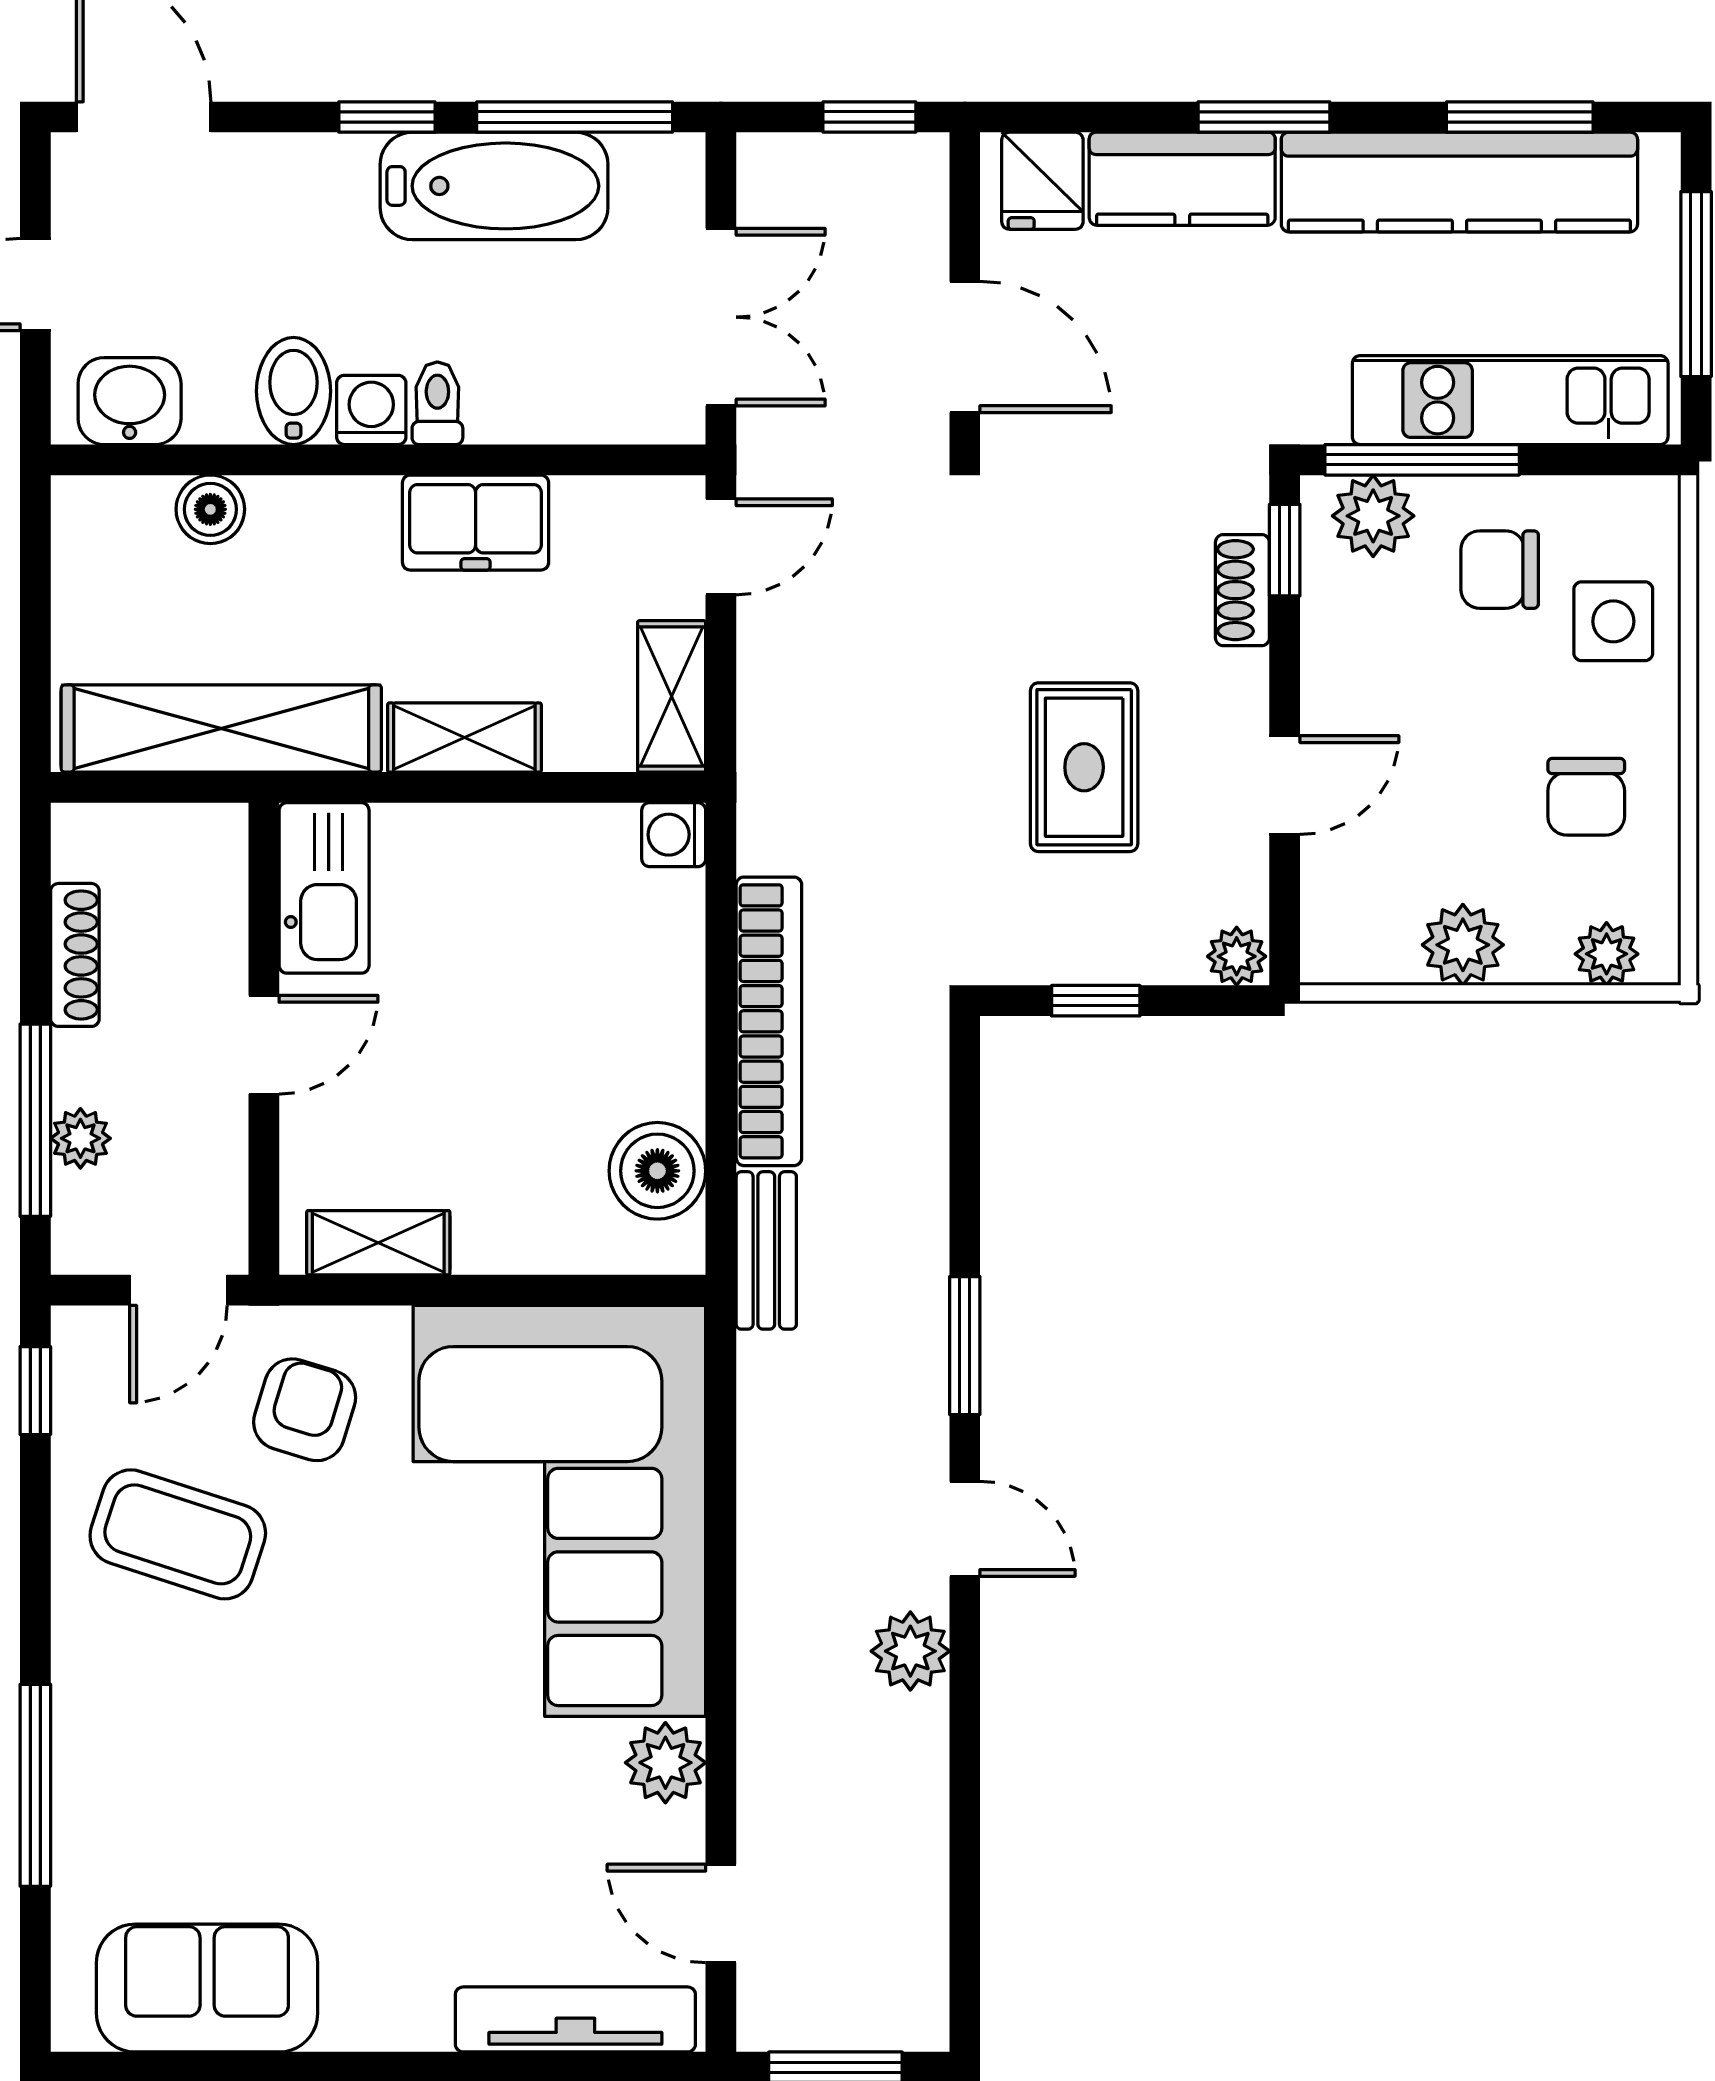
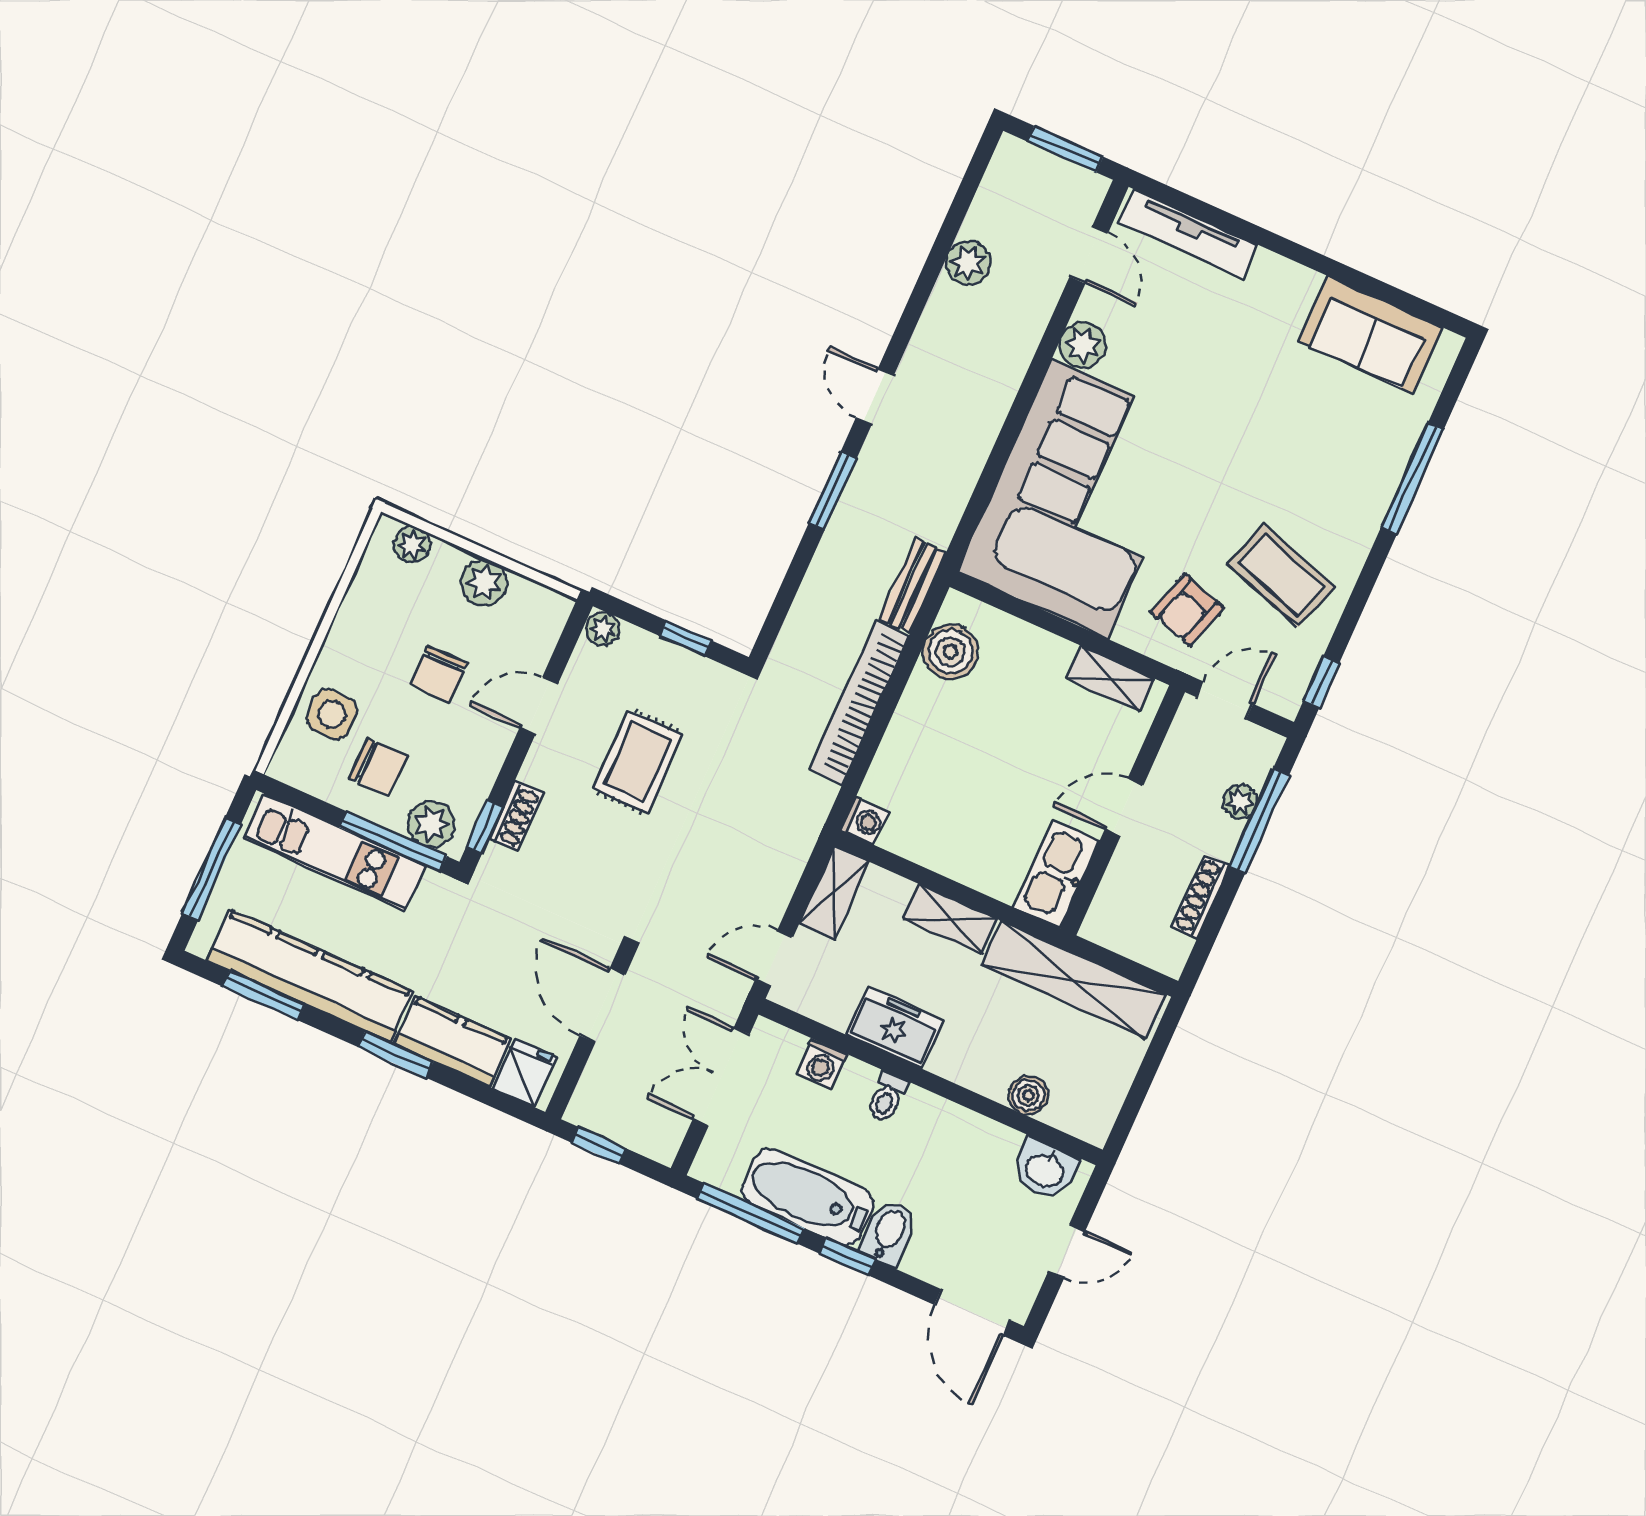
bidet: (293, 391) -> (889, 1233), moved, turned 180
washing machine: (371, 410) -> (822, 1064), moved
chair: (1586, 797) -> (438, 674), moved, turned 180
plant: (910, 1651) -> (968, 263), moved

